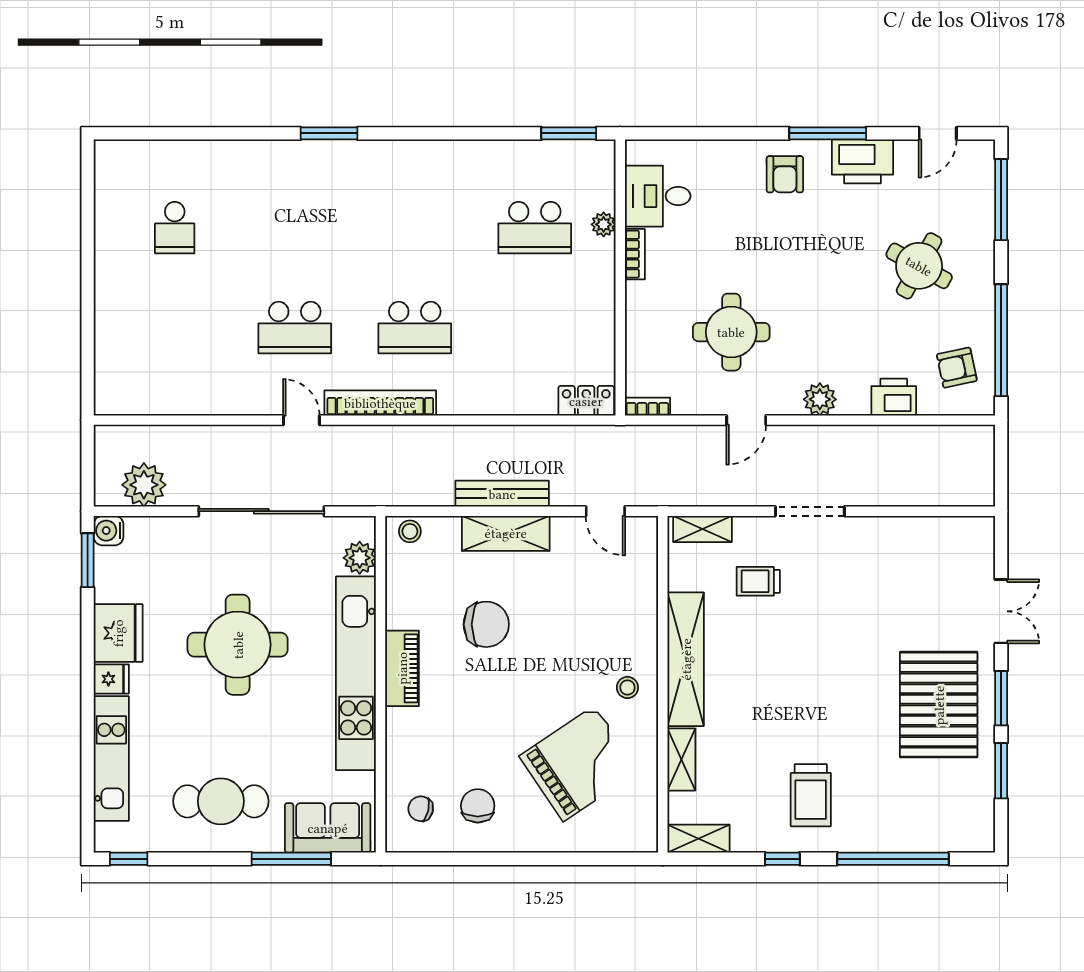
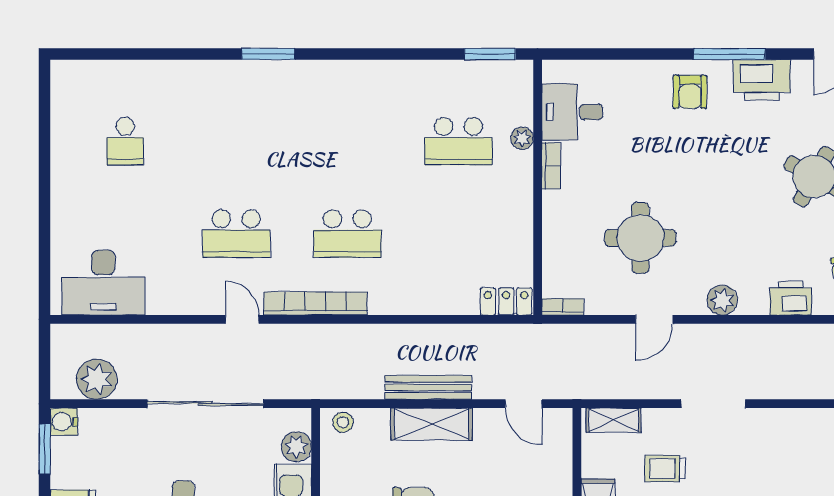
desk: (151, 380) -> (103, 283), added

